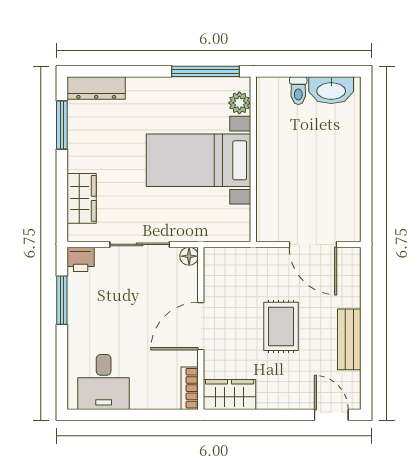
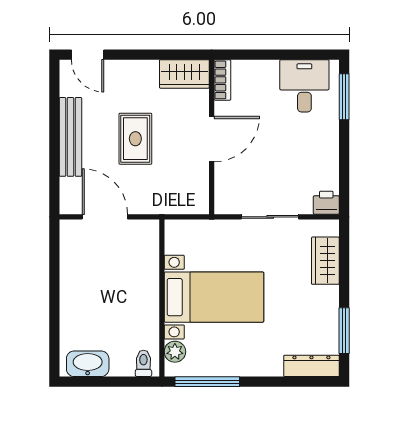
toilet: (298, 91) -> (143, 363), moved
floor lamp: (189, 256) -> (223, 206), removed
window: (62, 300) -> (344, 97), moved
bench: (349, 339) -> (70, 137), width x1.36

